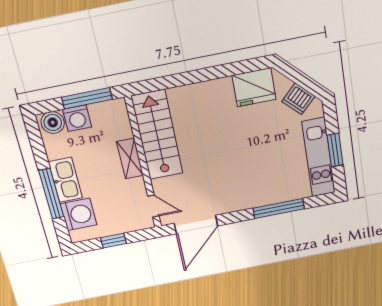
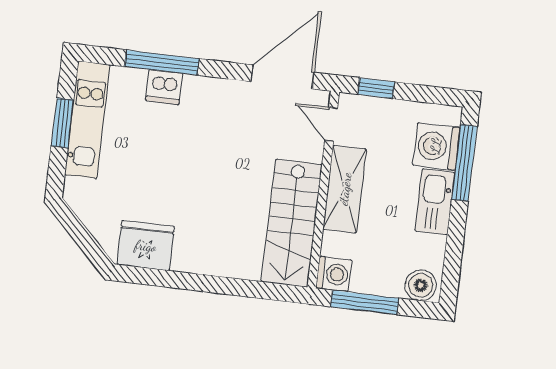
dishwasher: (298, 99) -> (164, 87), moved, turned 135
washing machine: (77, 118) -> (334, 274), moved, turned 90
shelving: (130, 159) -> (345, 189), width x1.50, depth x1.33
window: (51, 194) -> (464, 163), moved
window: (113, 241) -> (376, 88), moved

